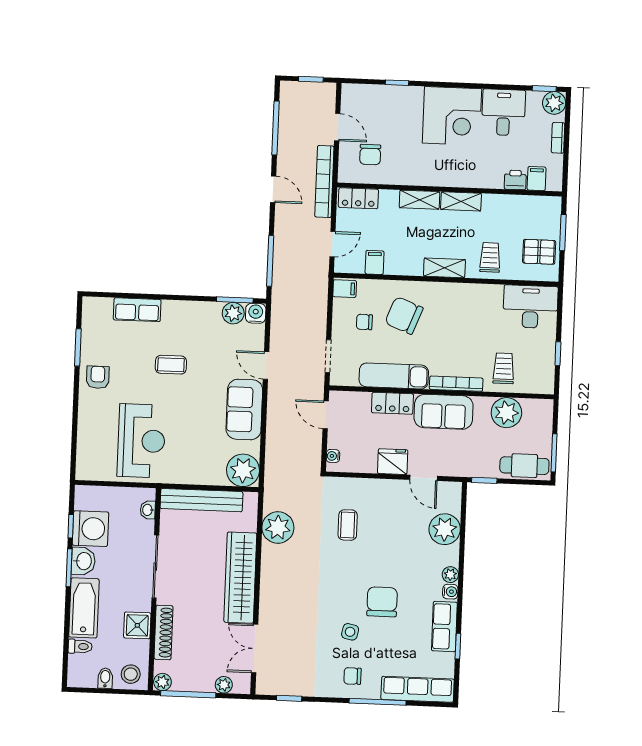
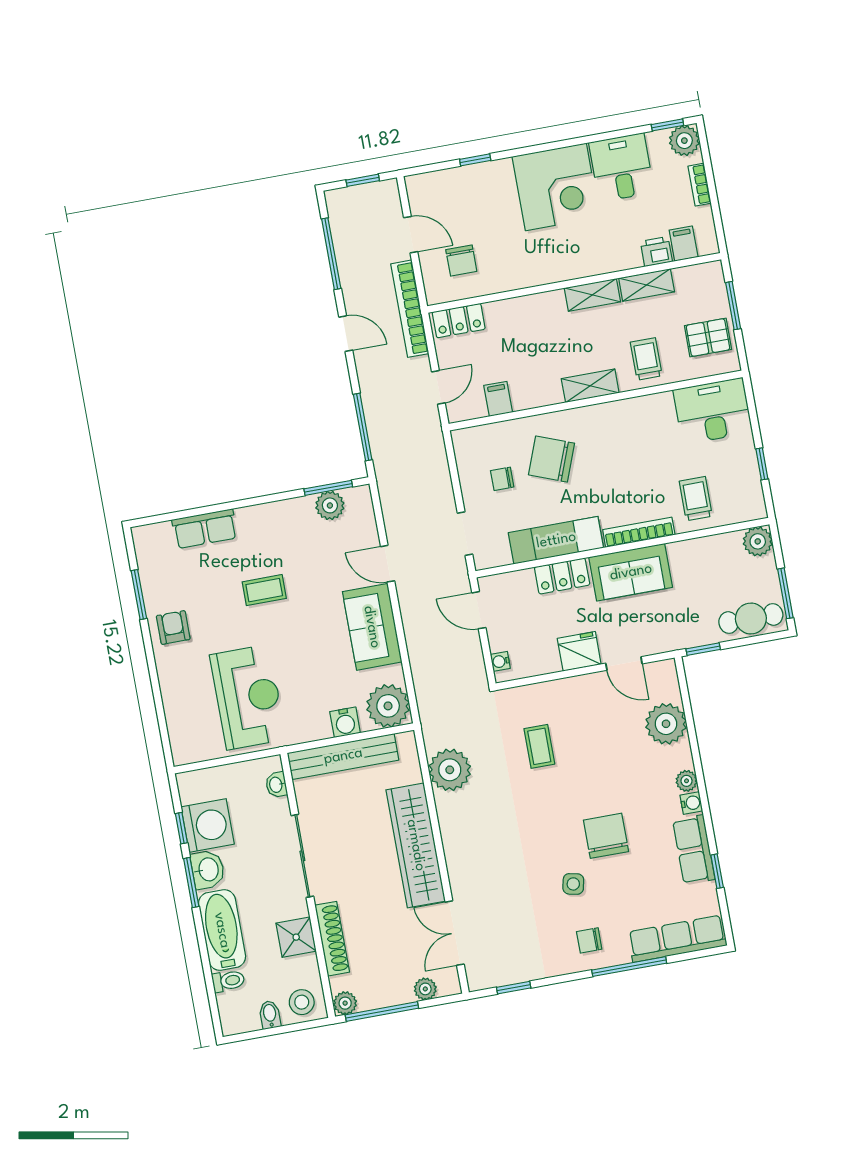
shelving: (419, 200) -> (647, 285), moved
filing cabinet: (345, 289) -> (467, 441), removed
water cooler: (256, 313) -> (345, 722), moved, turned 180
plant: (506, 413) -> (758, 541), moved, width x0.73, depth x0.73

